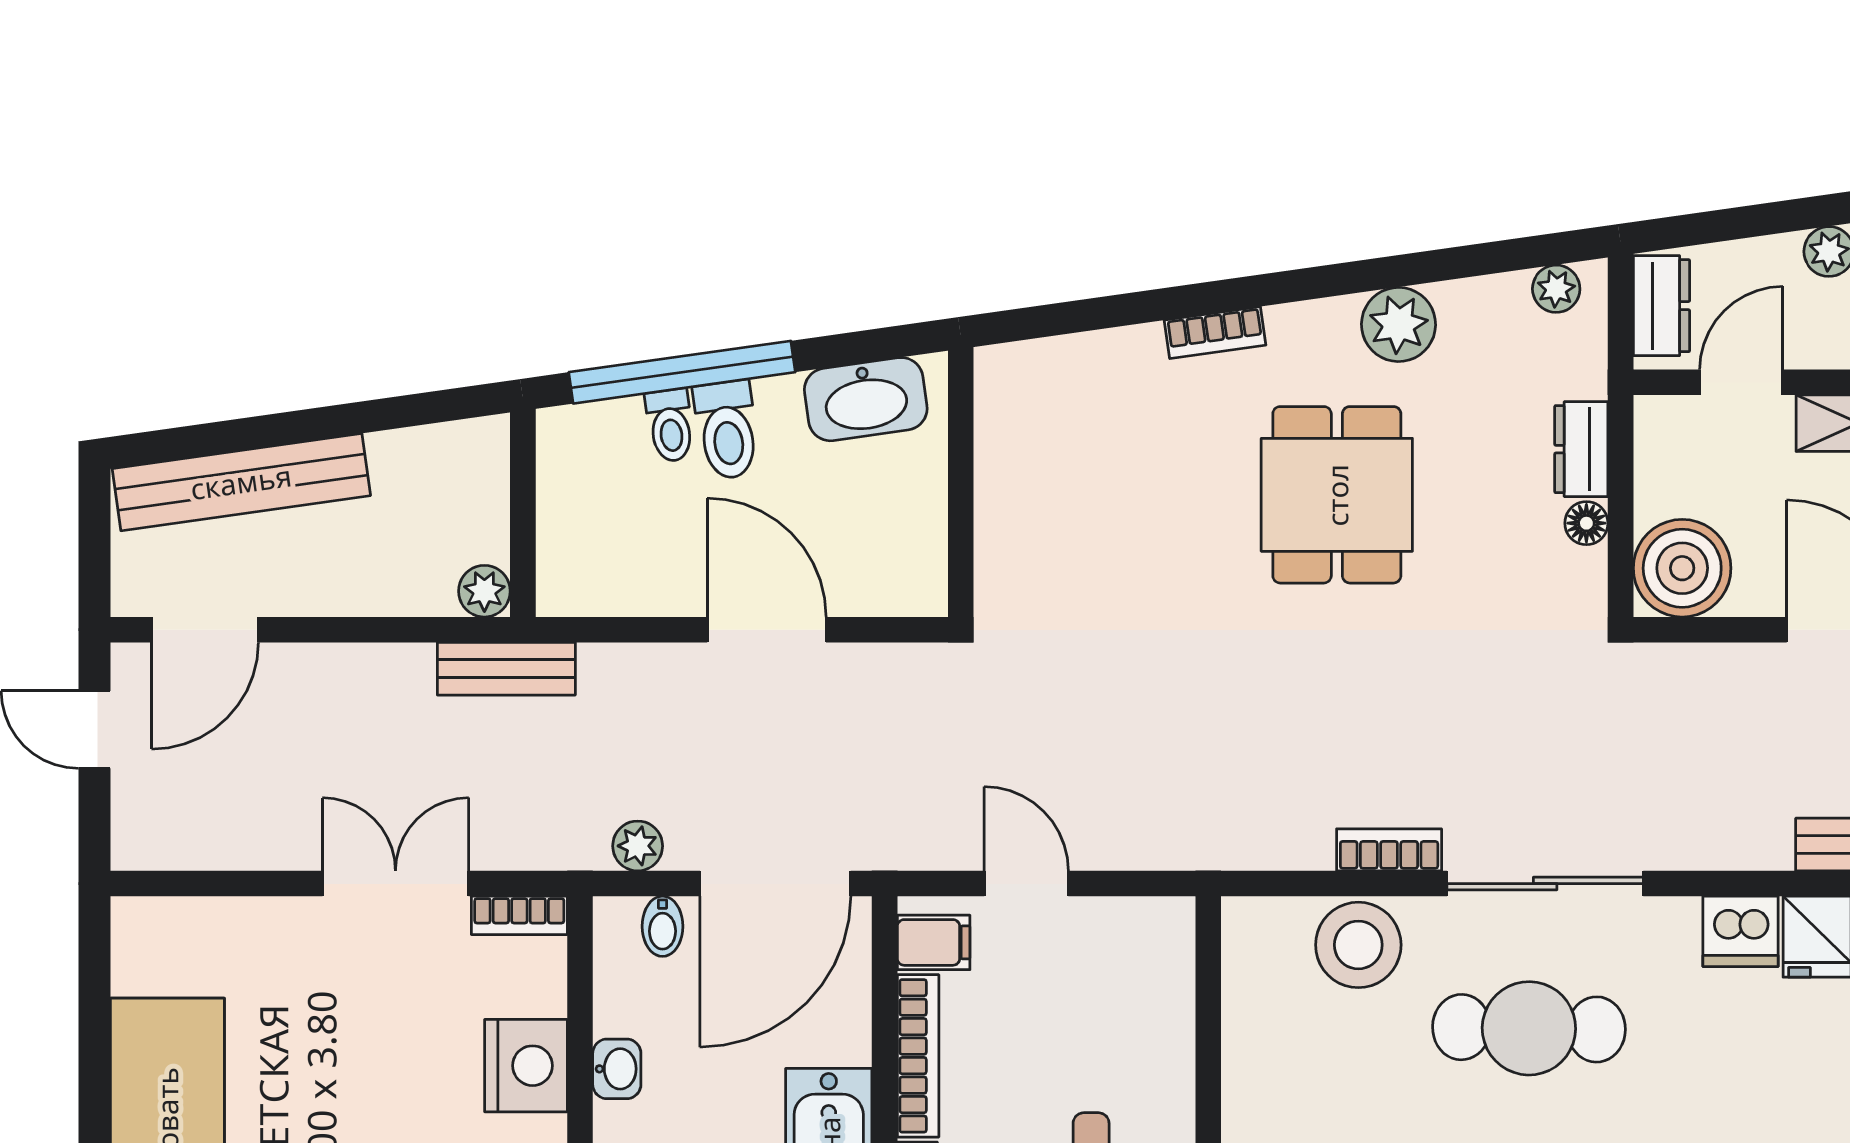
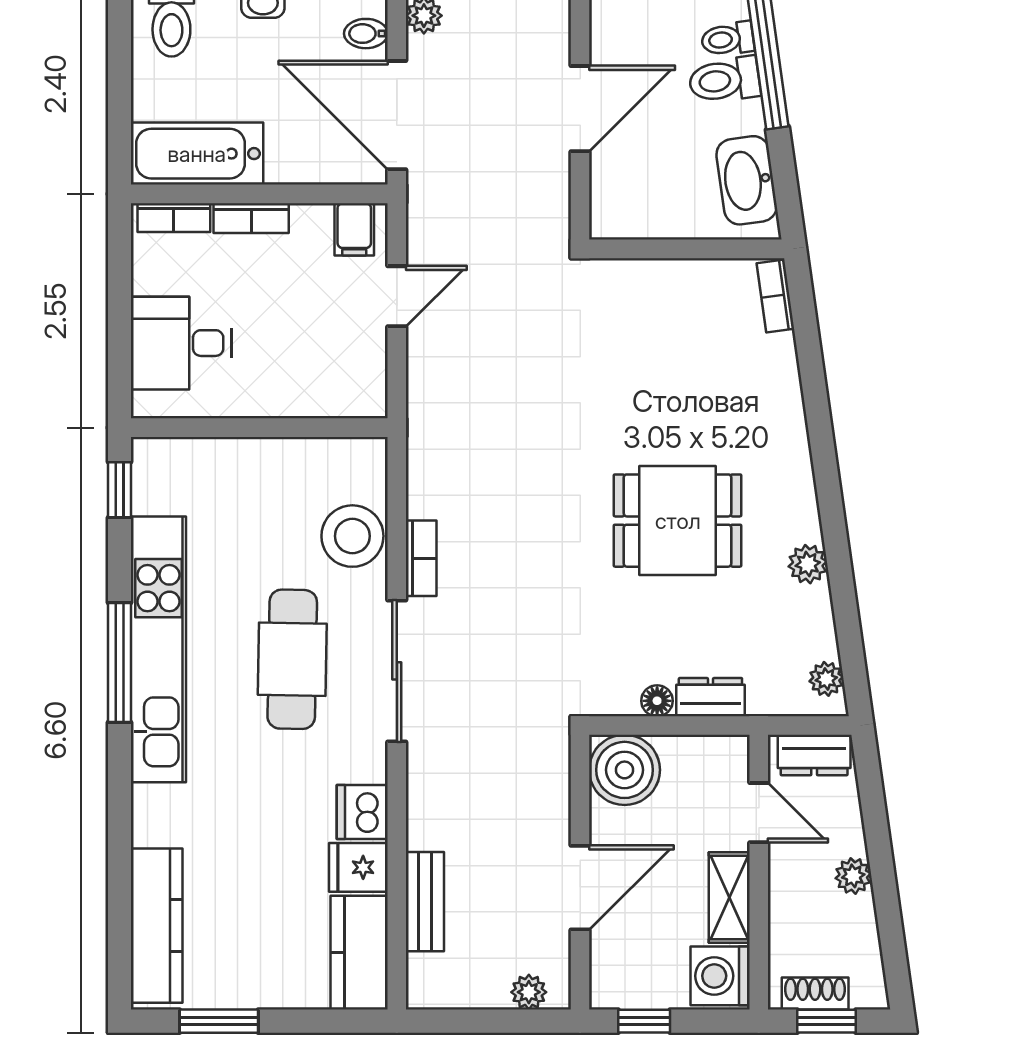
plant: (1398, 324) -> (808, 564), width x0.73, depth x0.73
bookcase: (1215, 333) -> (775, 296), moved
bookcase: (918, 1056) -> (251, 218), width x0.64

